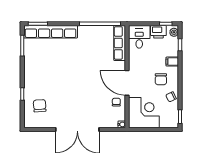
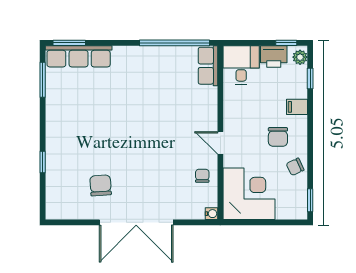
row of seats: (51, 32) -> (79, 56), width x0.73
row of seats: (120, 43) -> (208, 66), width x0.68
door: (127, 83) -> (220, 143), width x0.53
chair: (40, 106) -> (101, 185), moved

